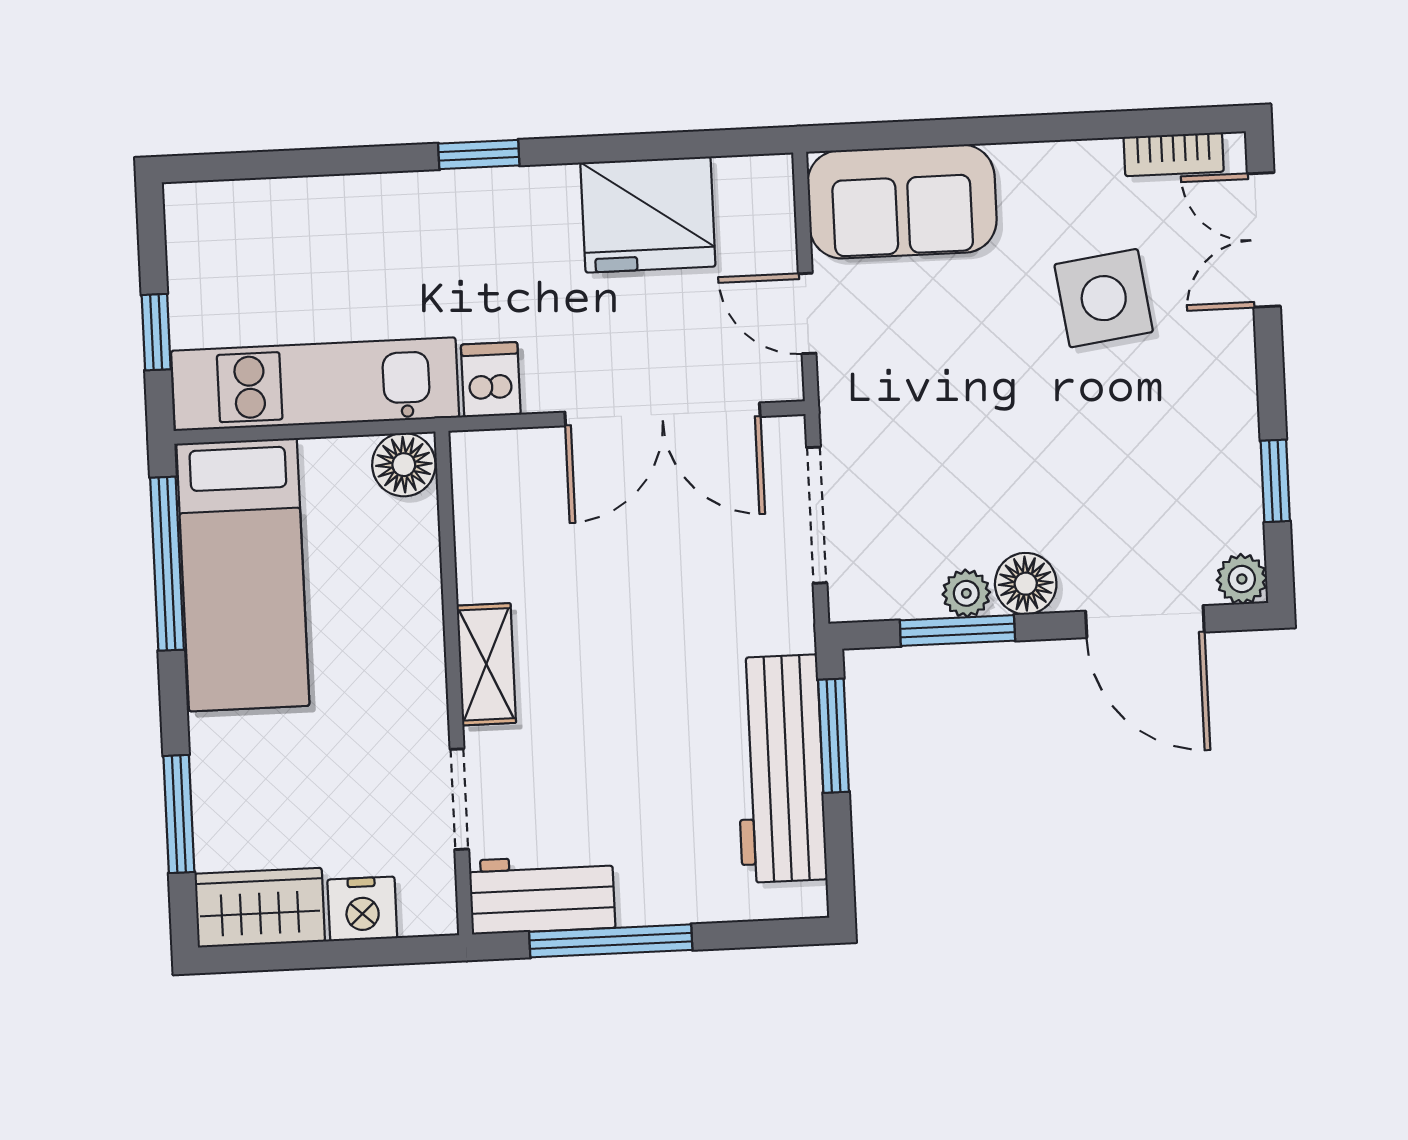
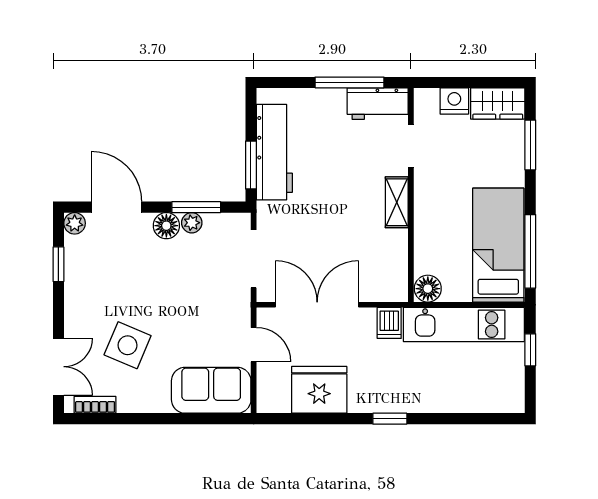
side table: (1104, 298) -> (128, 345), turned 31

